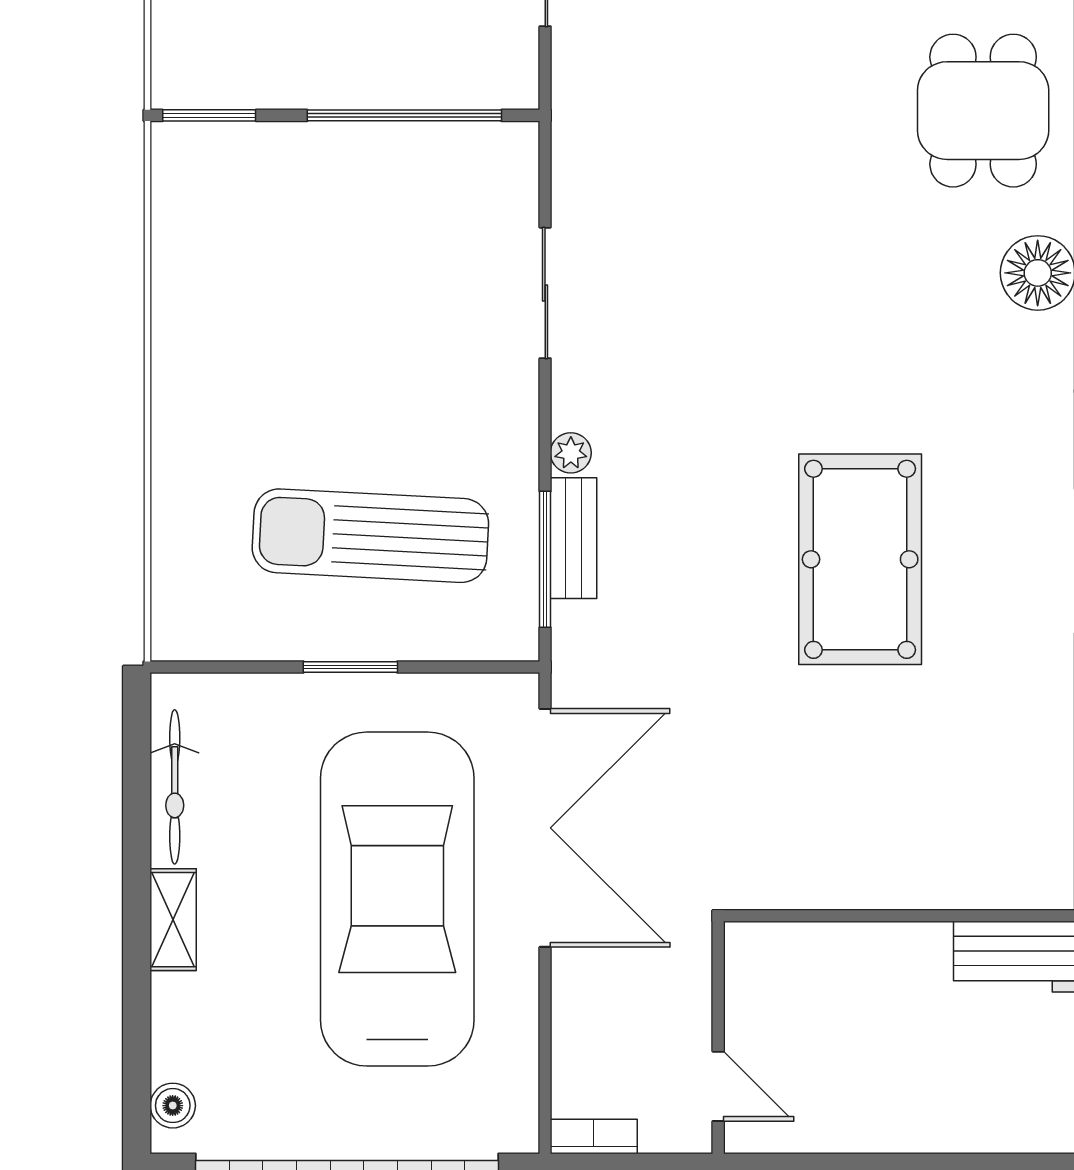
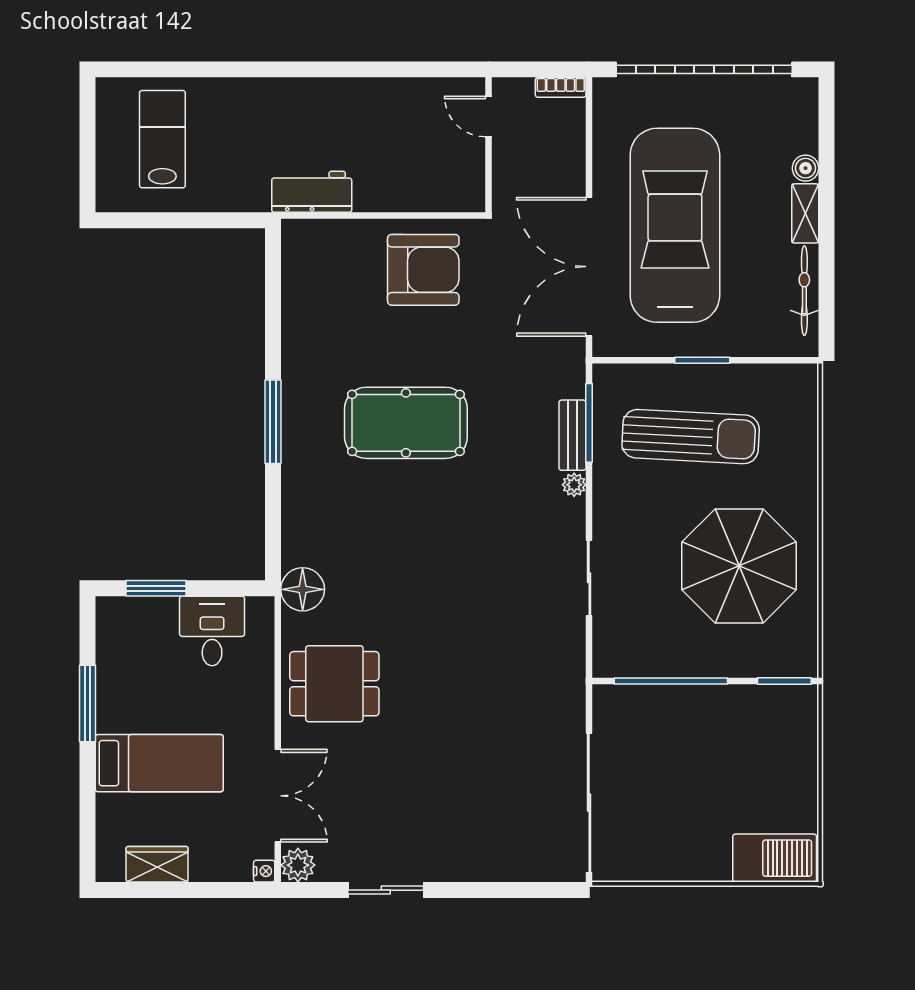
dining table: (983, 111) -> (334, 684), turned 90
parasol: (287, 313) -> (739, 566), added
pool table: (860, 559) -> (406, 423), turned 90
armchair: (830, 823) -> (423, 270), added
car: (397, 899) -> (675, 225), turned 180
boiler: (173, 1106) -> (806, 168), moved

